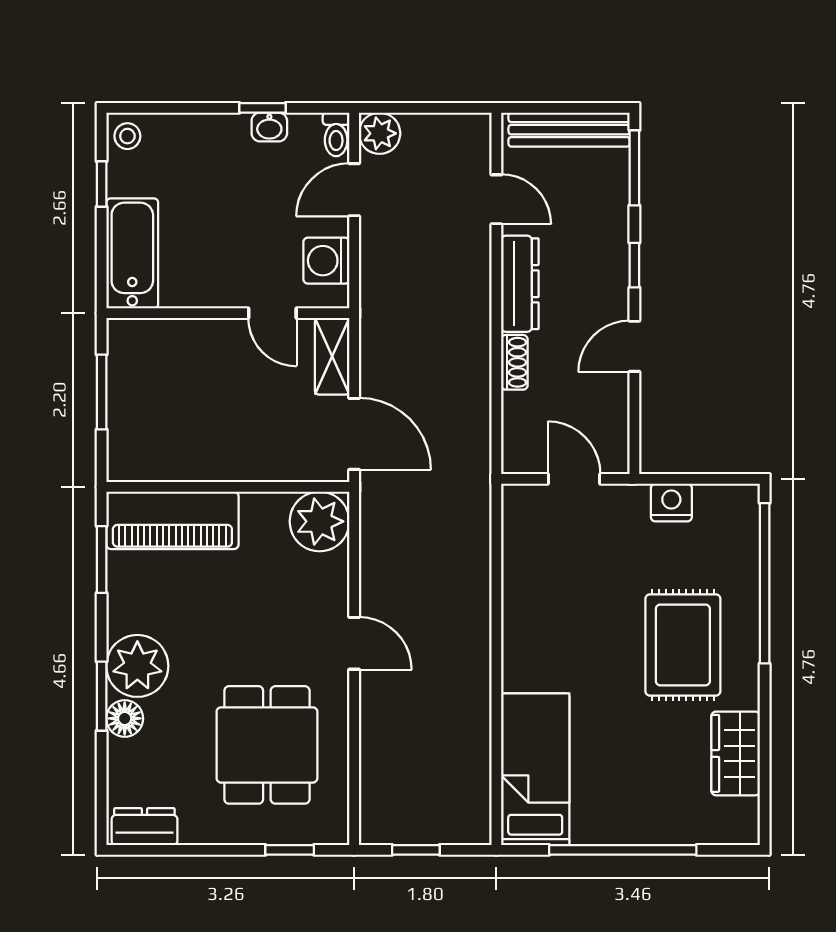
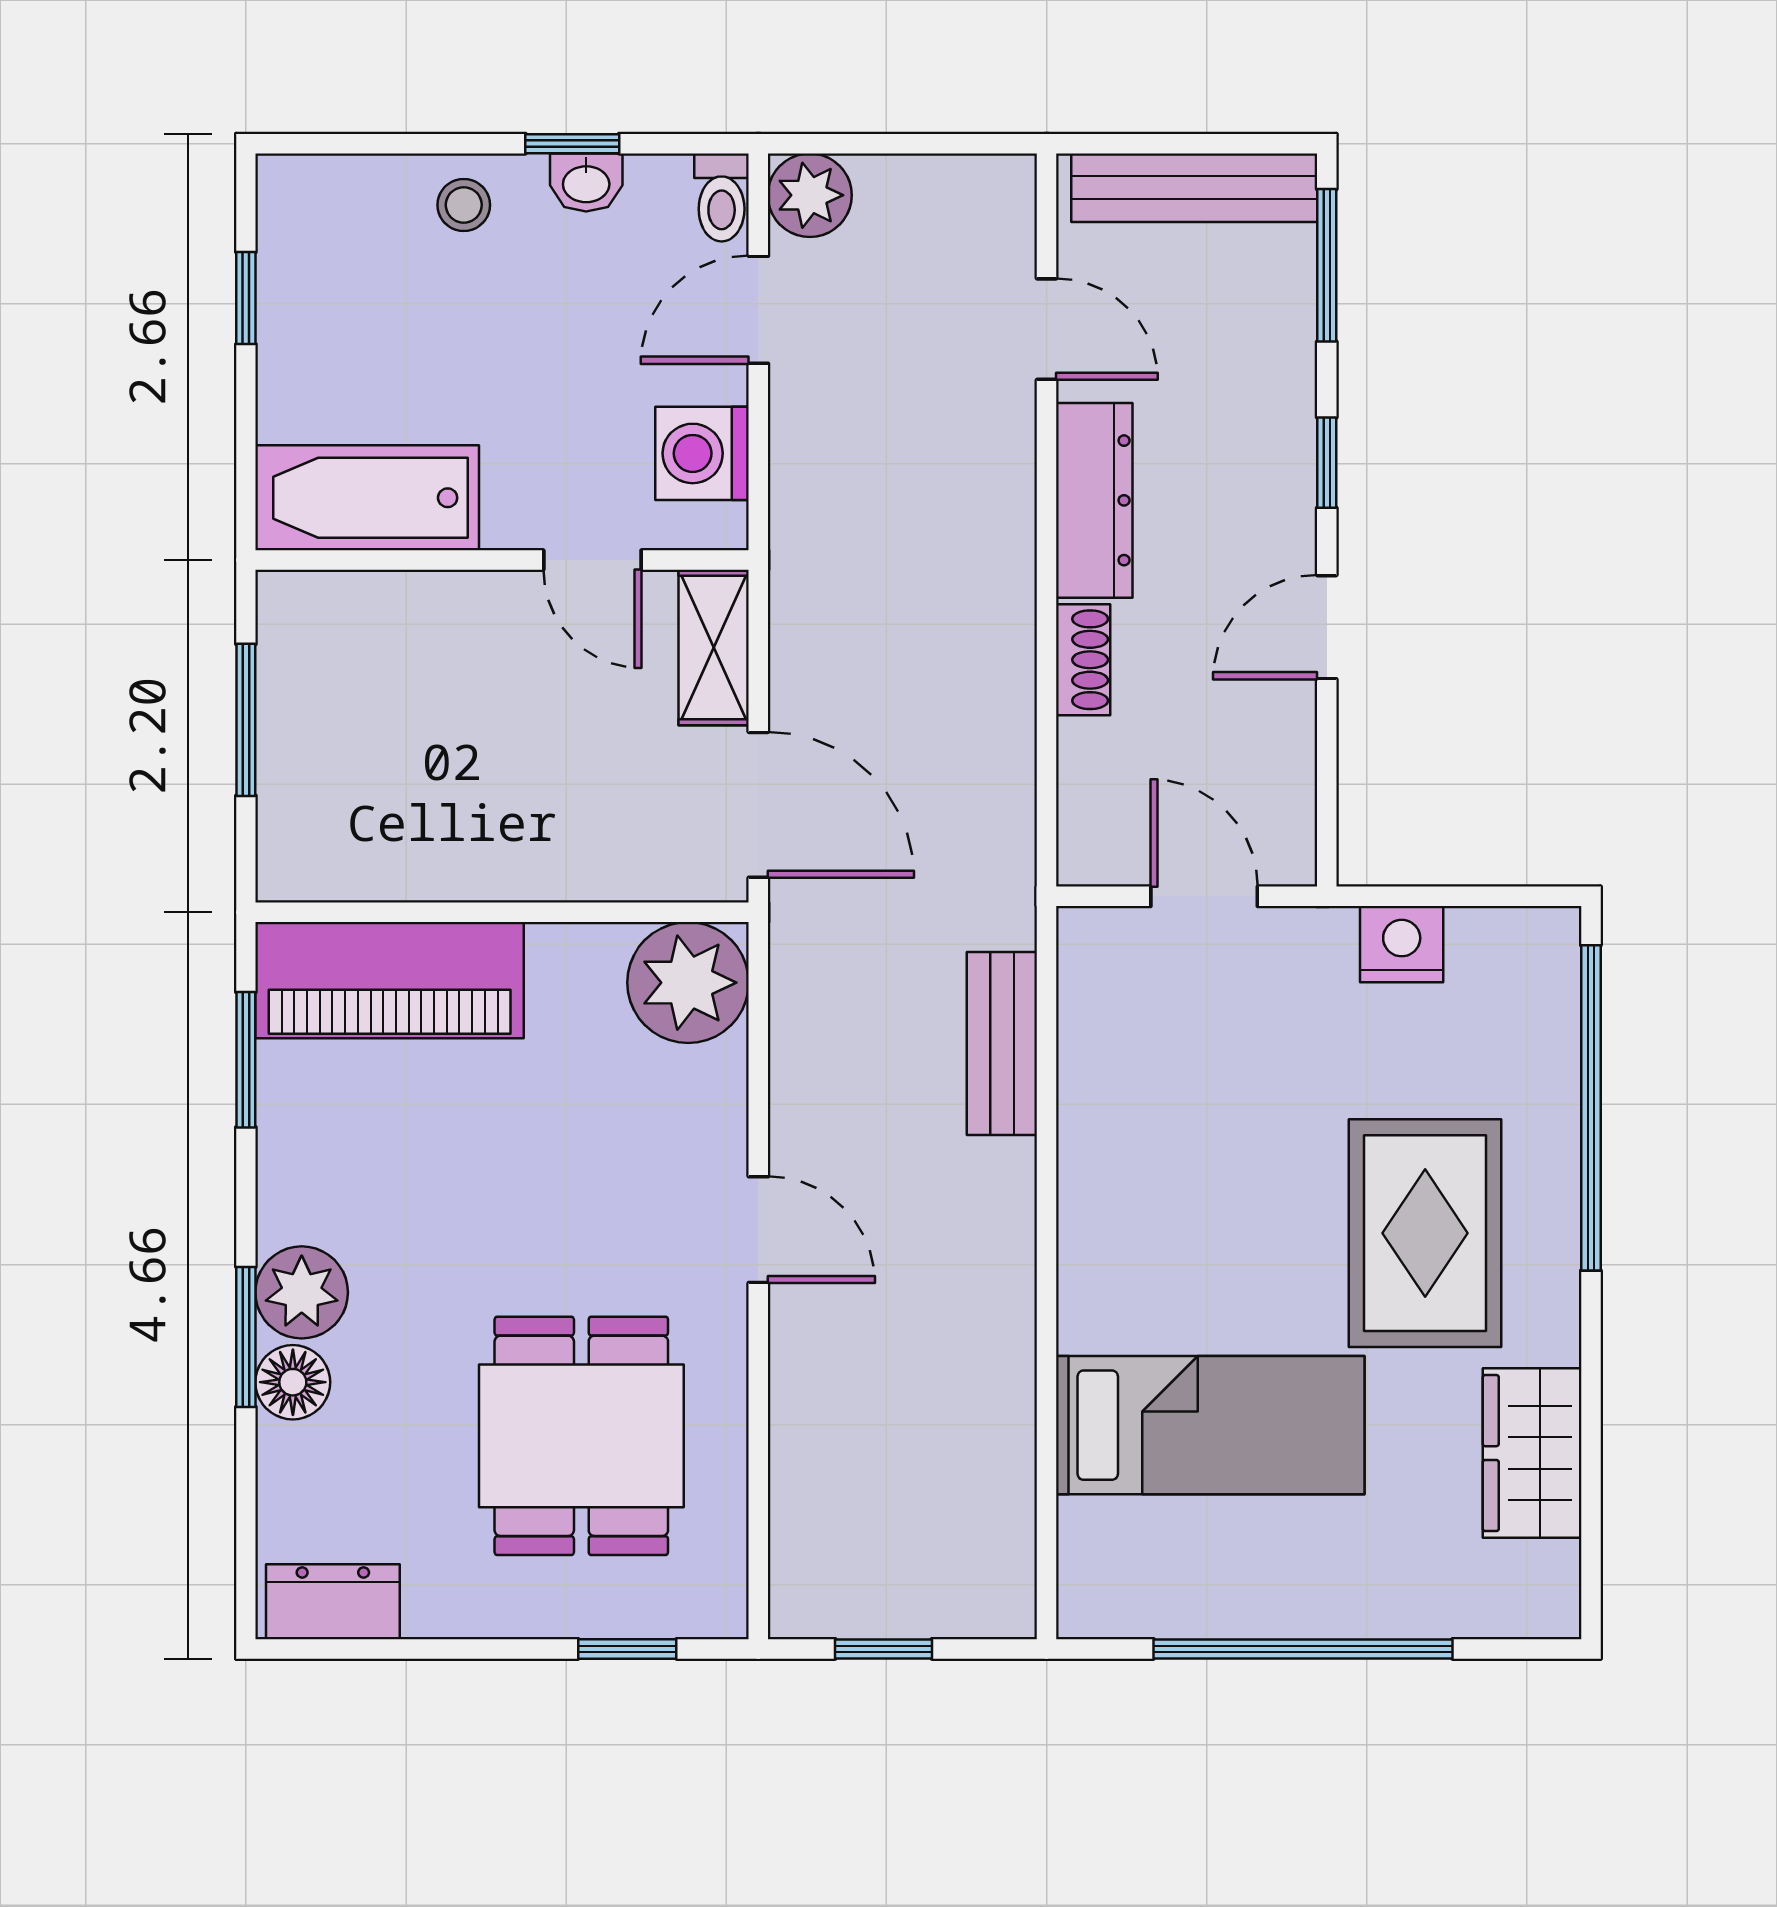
stool: (127, 136) -> (464, 205), moved
bathtub: (132, 253) -> (367, 498), moved, turned -90
bench: (474, 552) -> (1002, 1044), added
plant: (137, 666) -> (302, 1292), width x0.73, depth x0.73
bed: (535, 769) -> (1210, 1425), moved, turned 90

